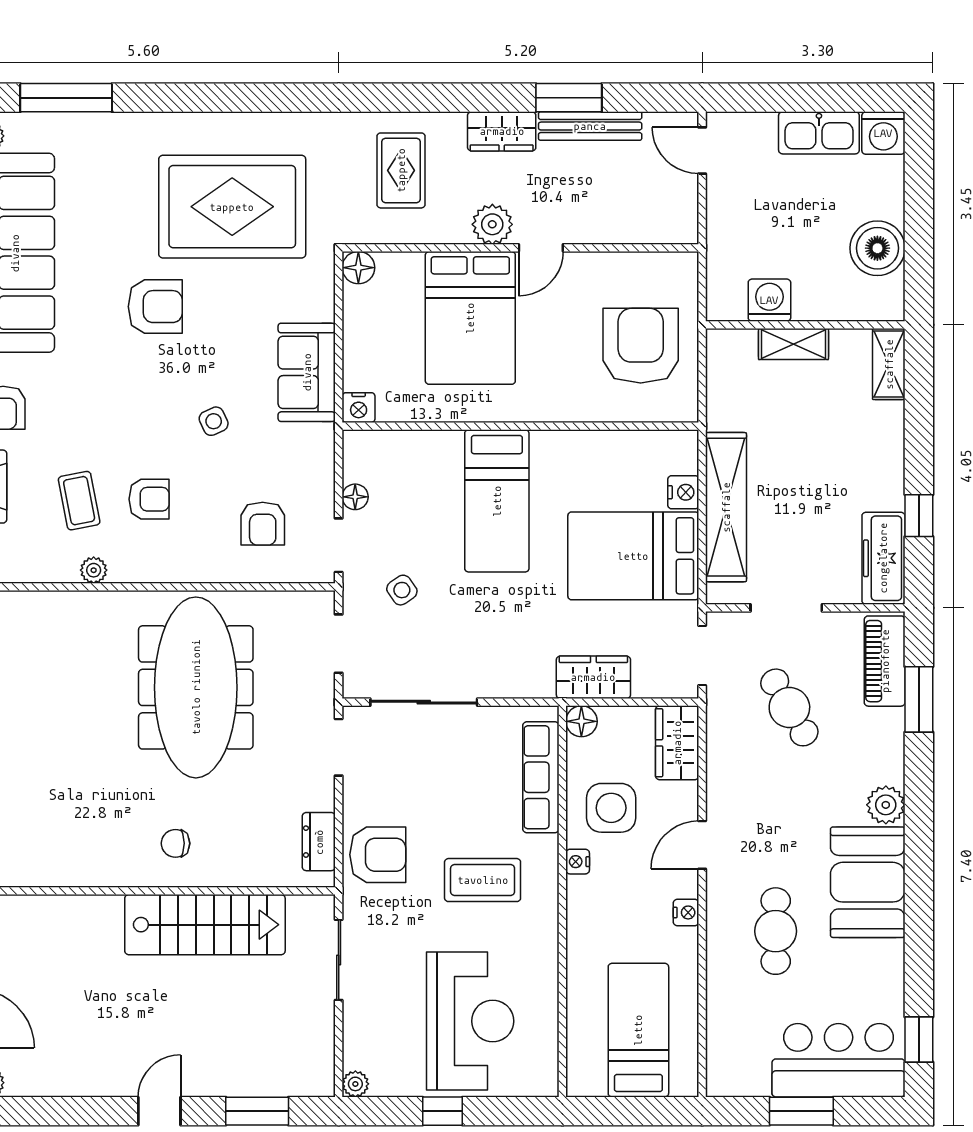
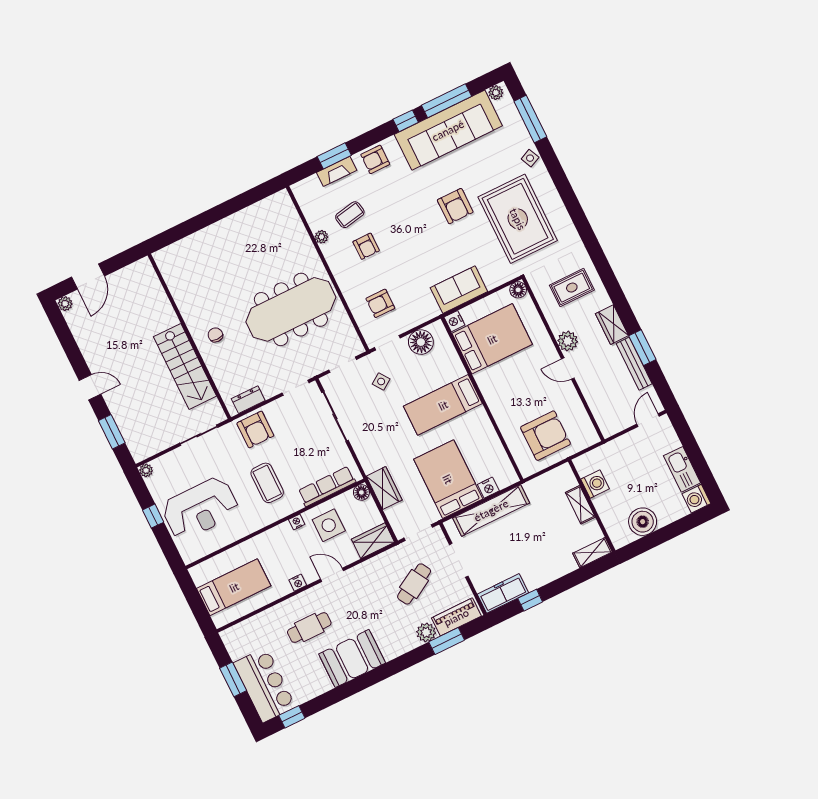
bed: (470, 318) -> (492, 339), moved, turned 180
side table: (214, 421) -> (530, 158), moved
floor lamp: (355, 497) -> (421, 342), width x1.89, depth x1.89
plant: (886, 805) -> (426, 632), moved

